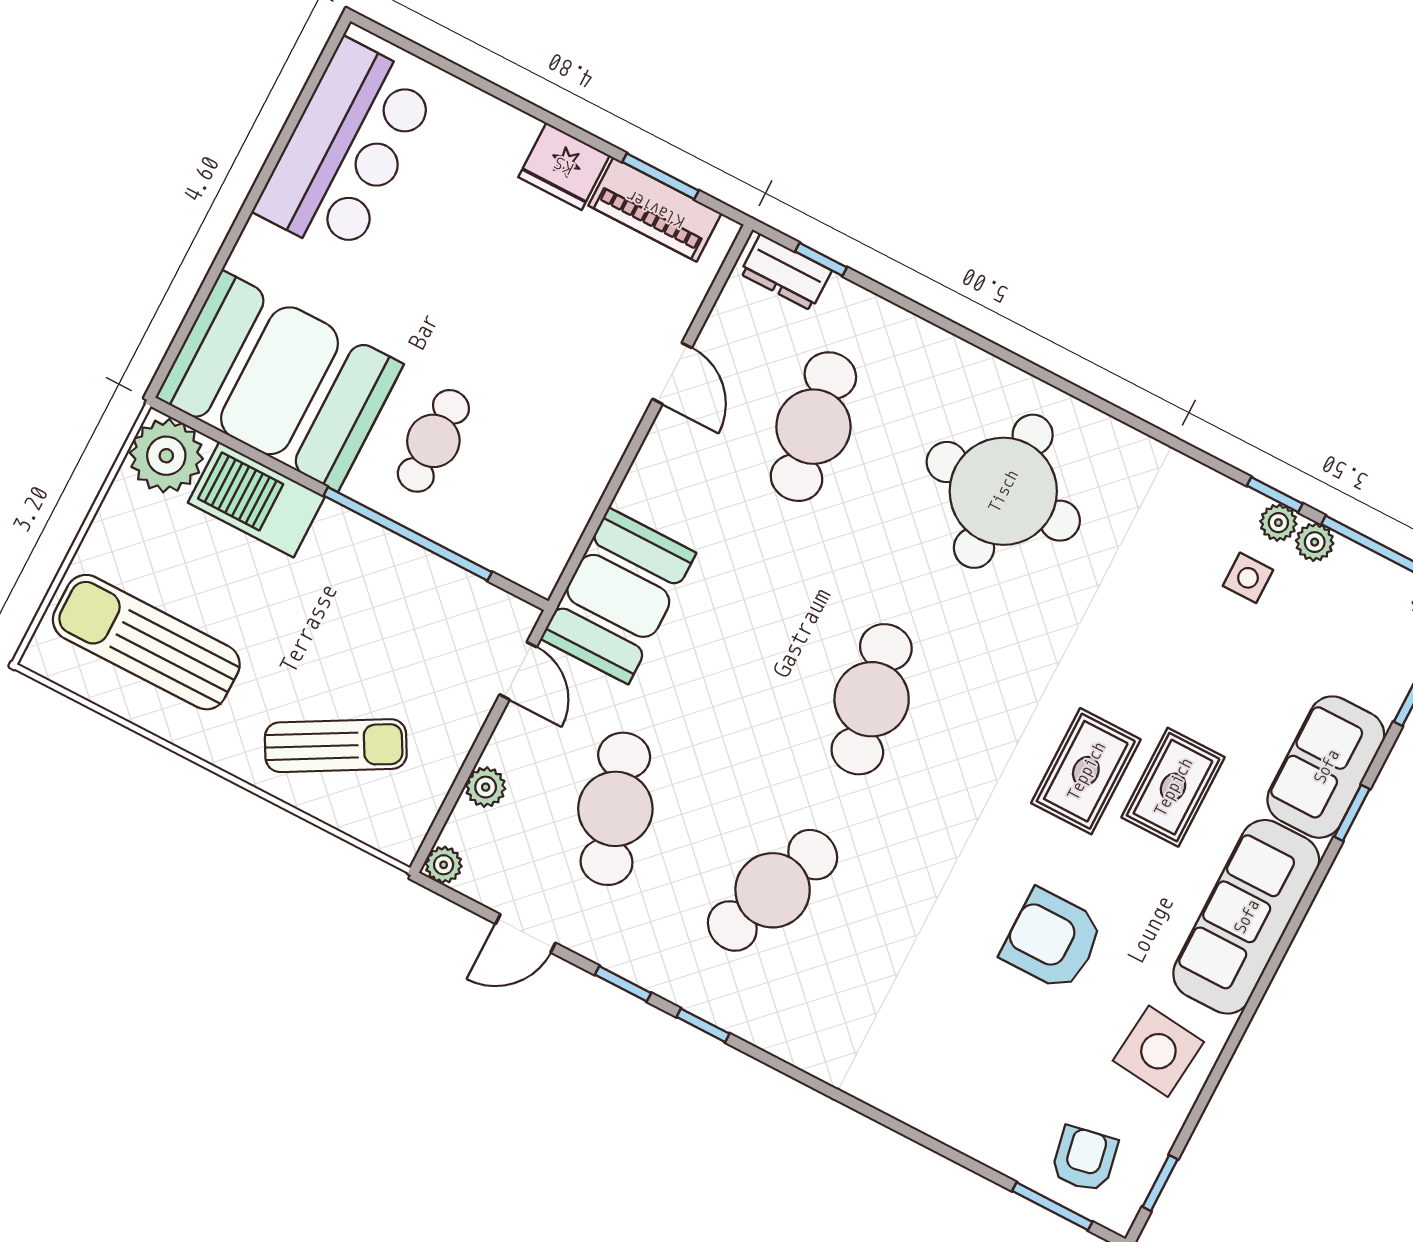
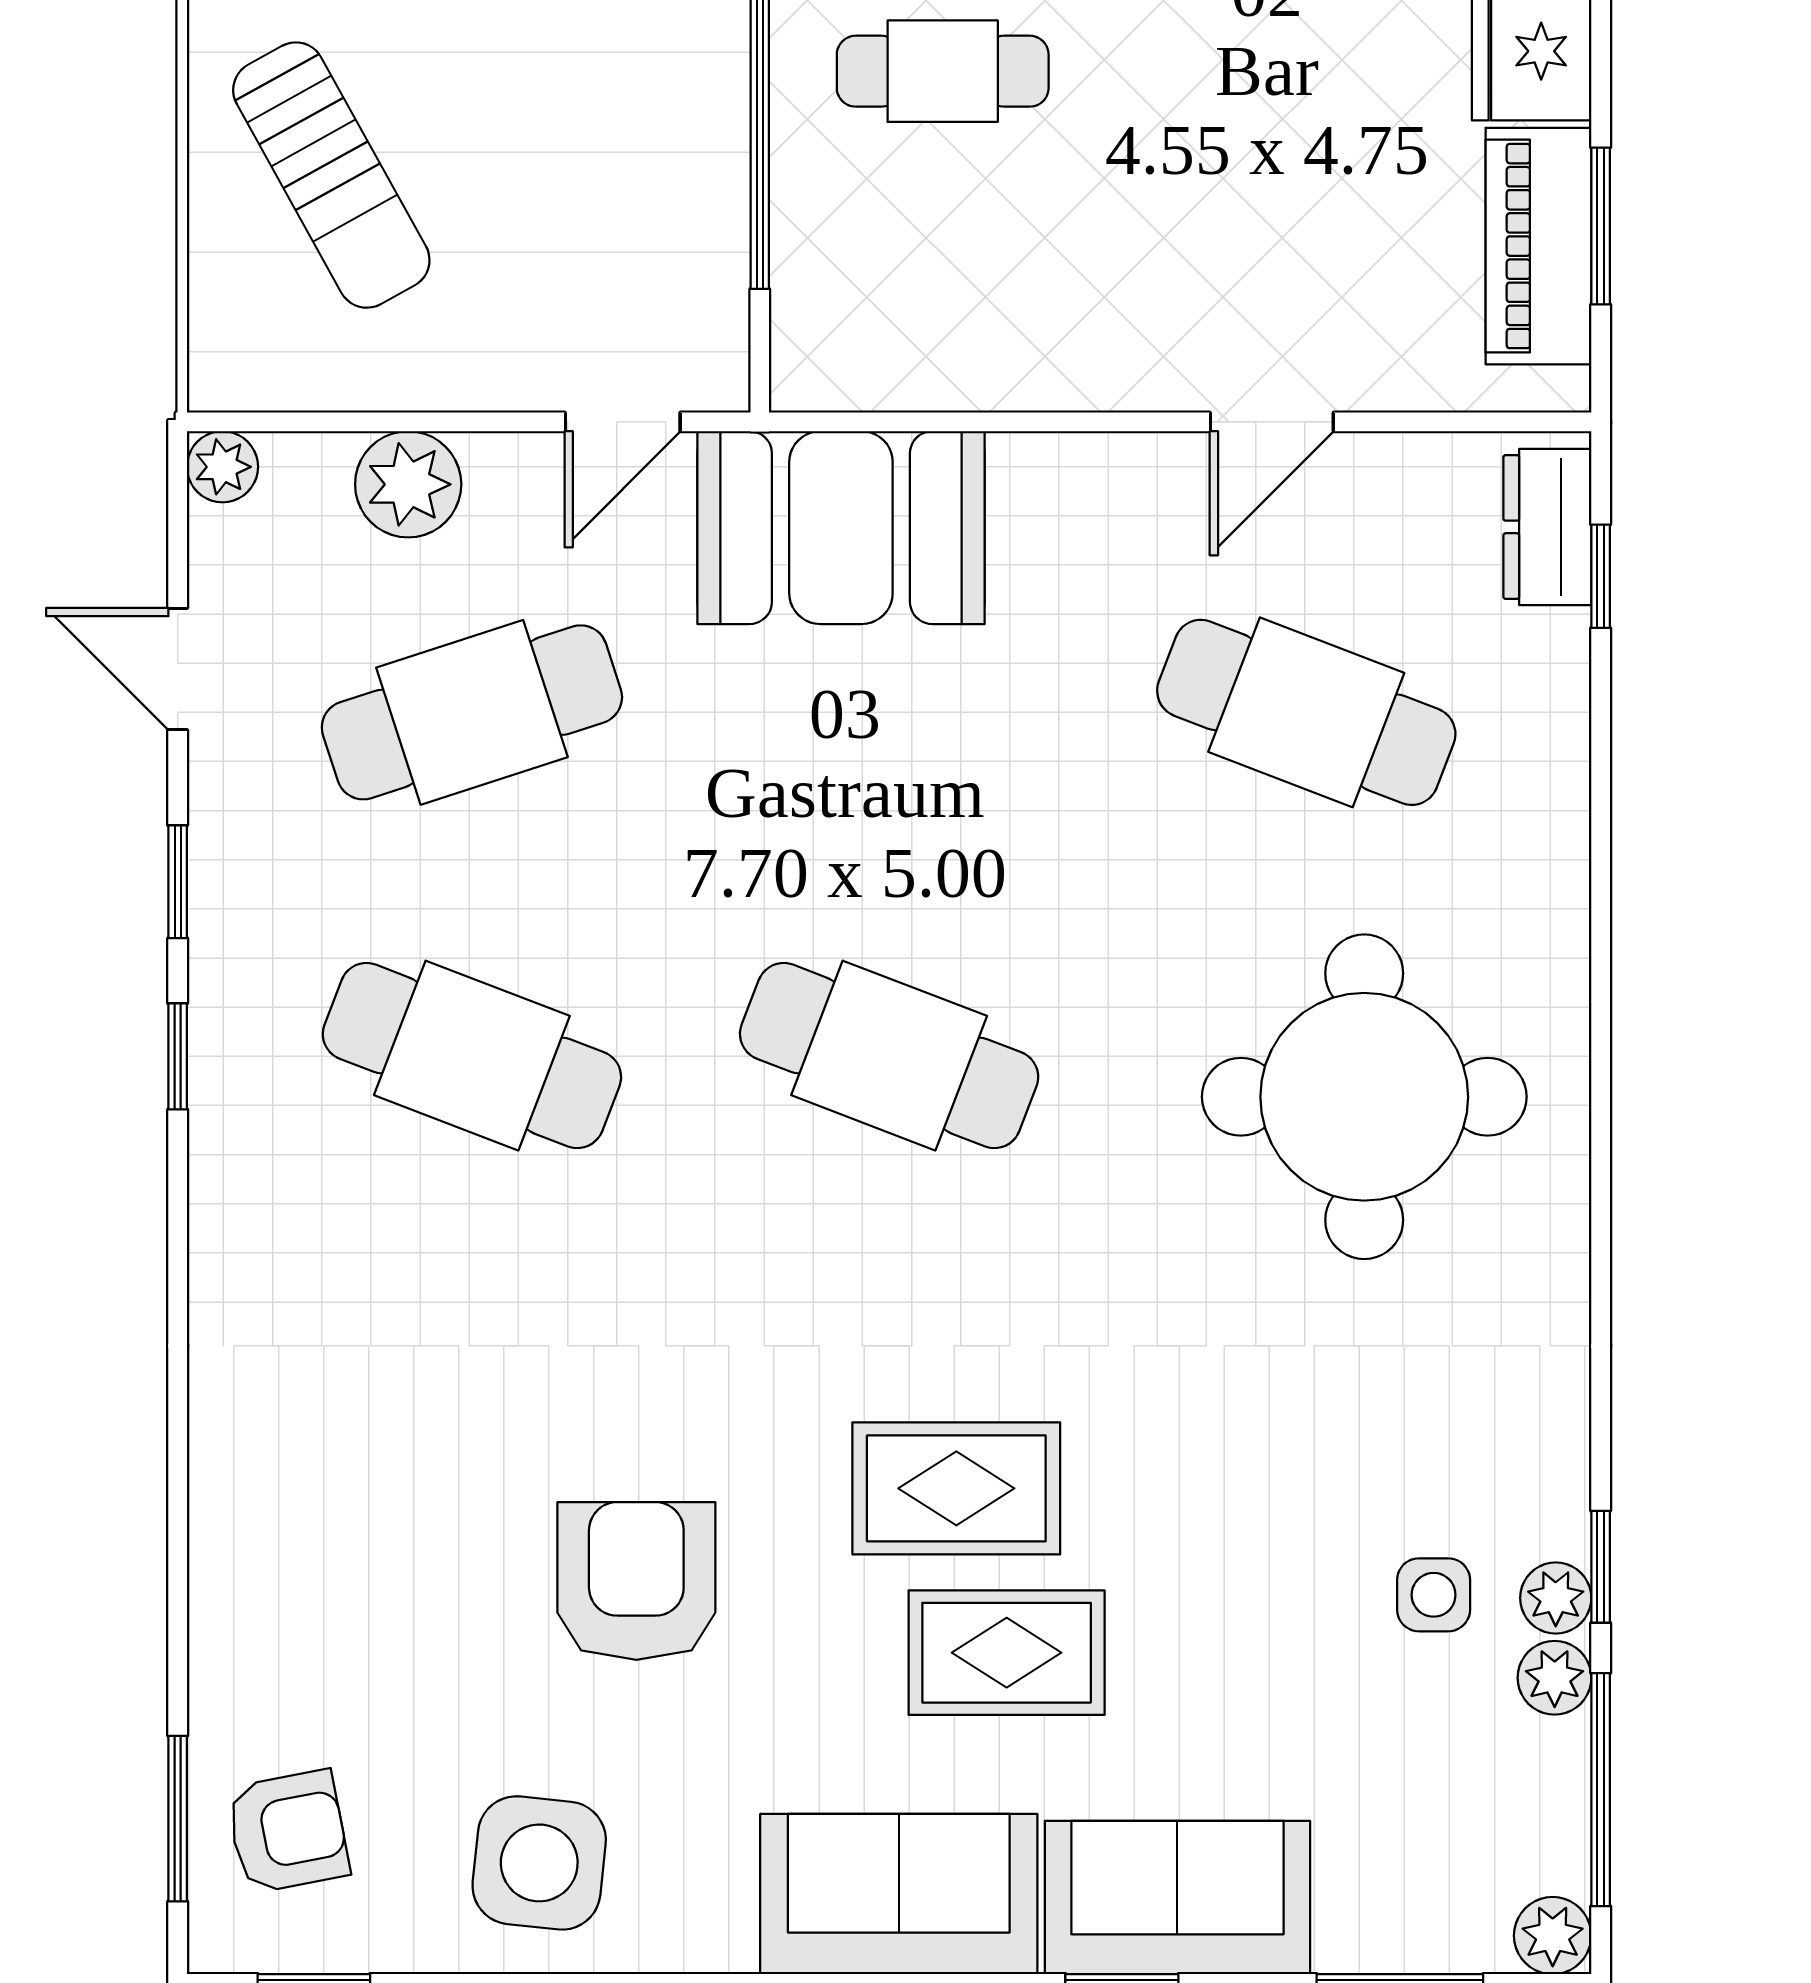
cafe table: (813, 427) -> (1306, 712), turned 30
cafe table: (872, 699) -> (889, 1056), turned 33
plant: (486, 787) -> (408, 484), width x1.38, depth x1.38
sofa: (1246, 917) -> (899, 1894), width x0.73

